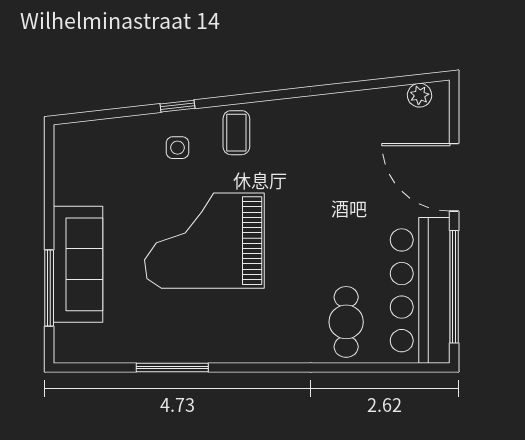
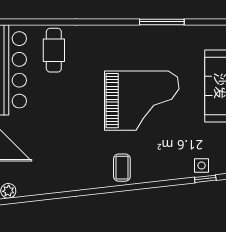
window: (177, 106) -> (205, 179), moved
side table: (177, 148) -> (202, 165), moved

